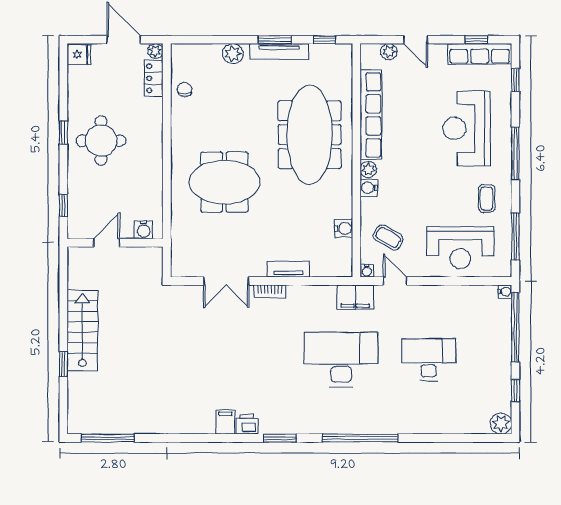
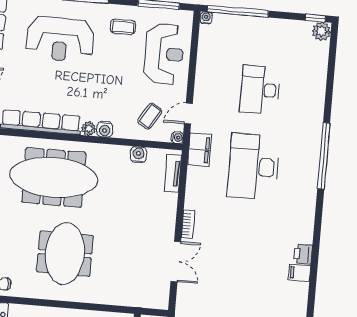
meeting table: (224, 182) -> (65, 254), moved
tv unit: (289, 269) -> (173, 173), moved
window: (515, 390) -> (316, 18), moved
window: (280, 438) -> (318, 226), removed

